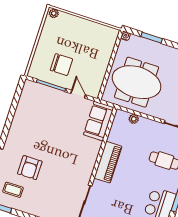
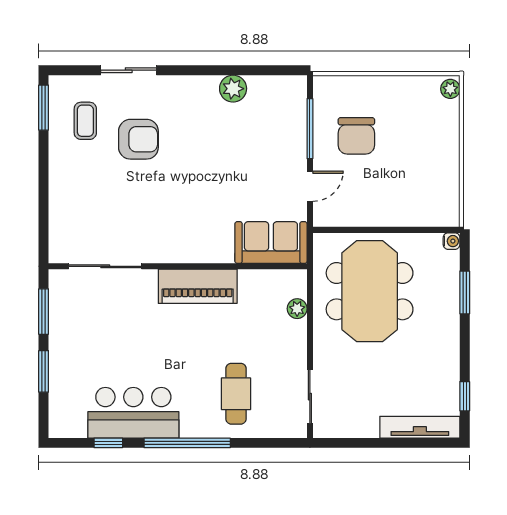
plant: (20, 115) -> (233, 89), added
armchair: (30, 168) -> (138, 139), turned 180

